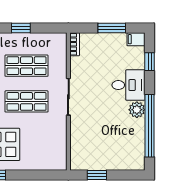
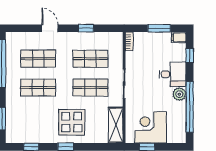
shelving: (58, 148) -> (116, 125), added
corner desk: (101, 151) -> (151, 127), added

